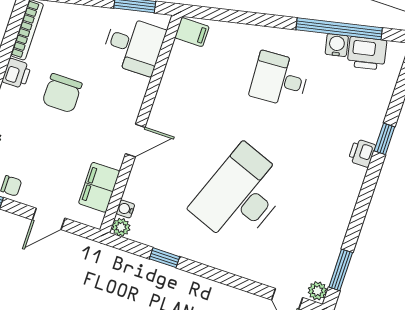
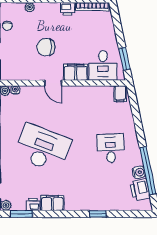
chair: (62, 93) -> (46, 47), moved
printer: (362, 153) -> (33, 205), moved
filing cabinet: (99, 187) -> (76, 72), moved
filing cabinet: (340, 210) -> (52, 203), added

